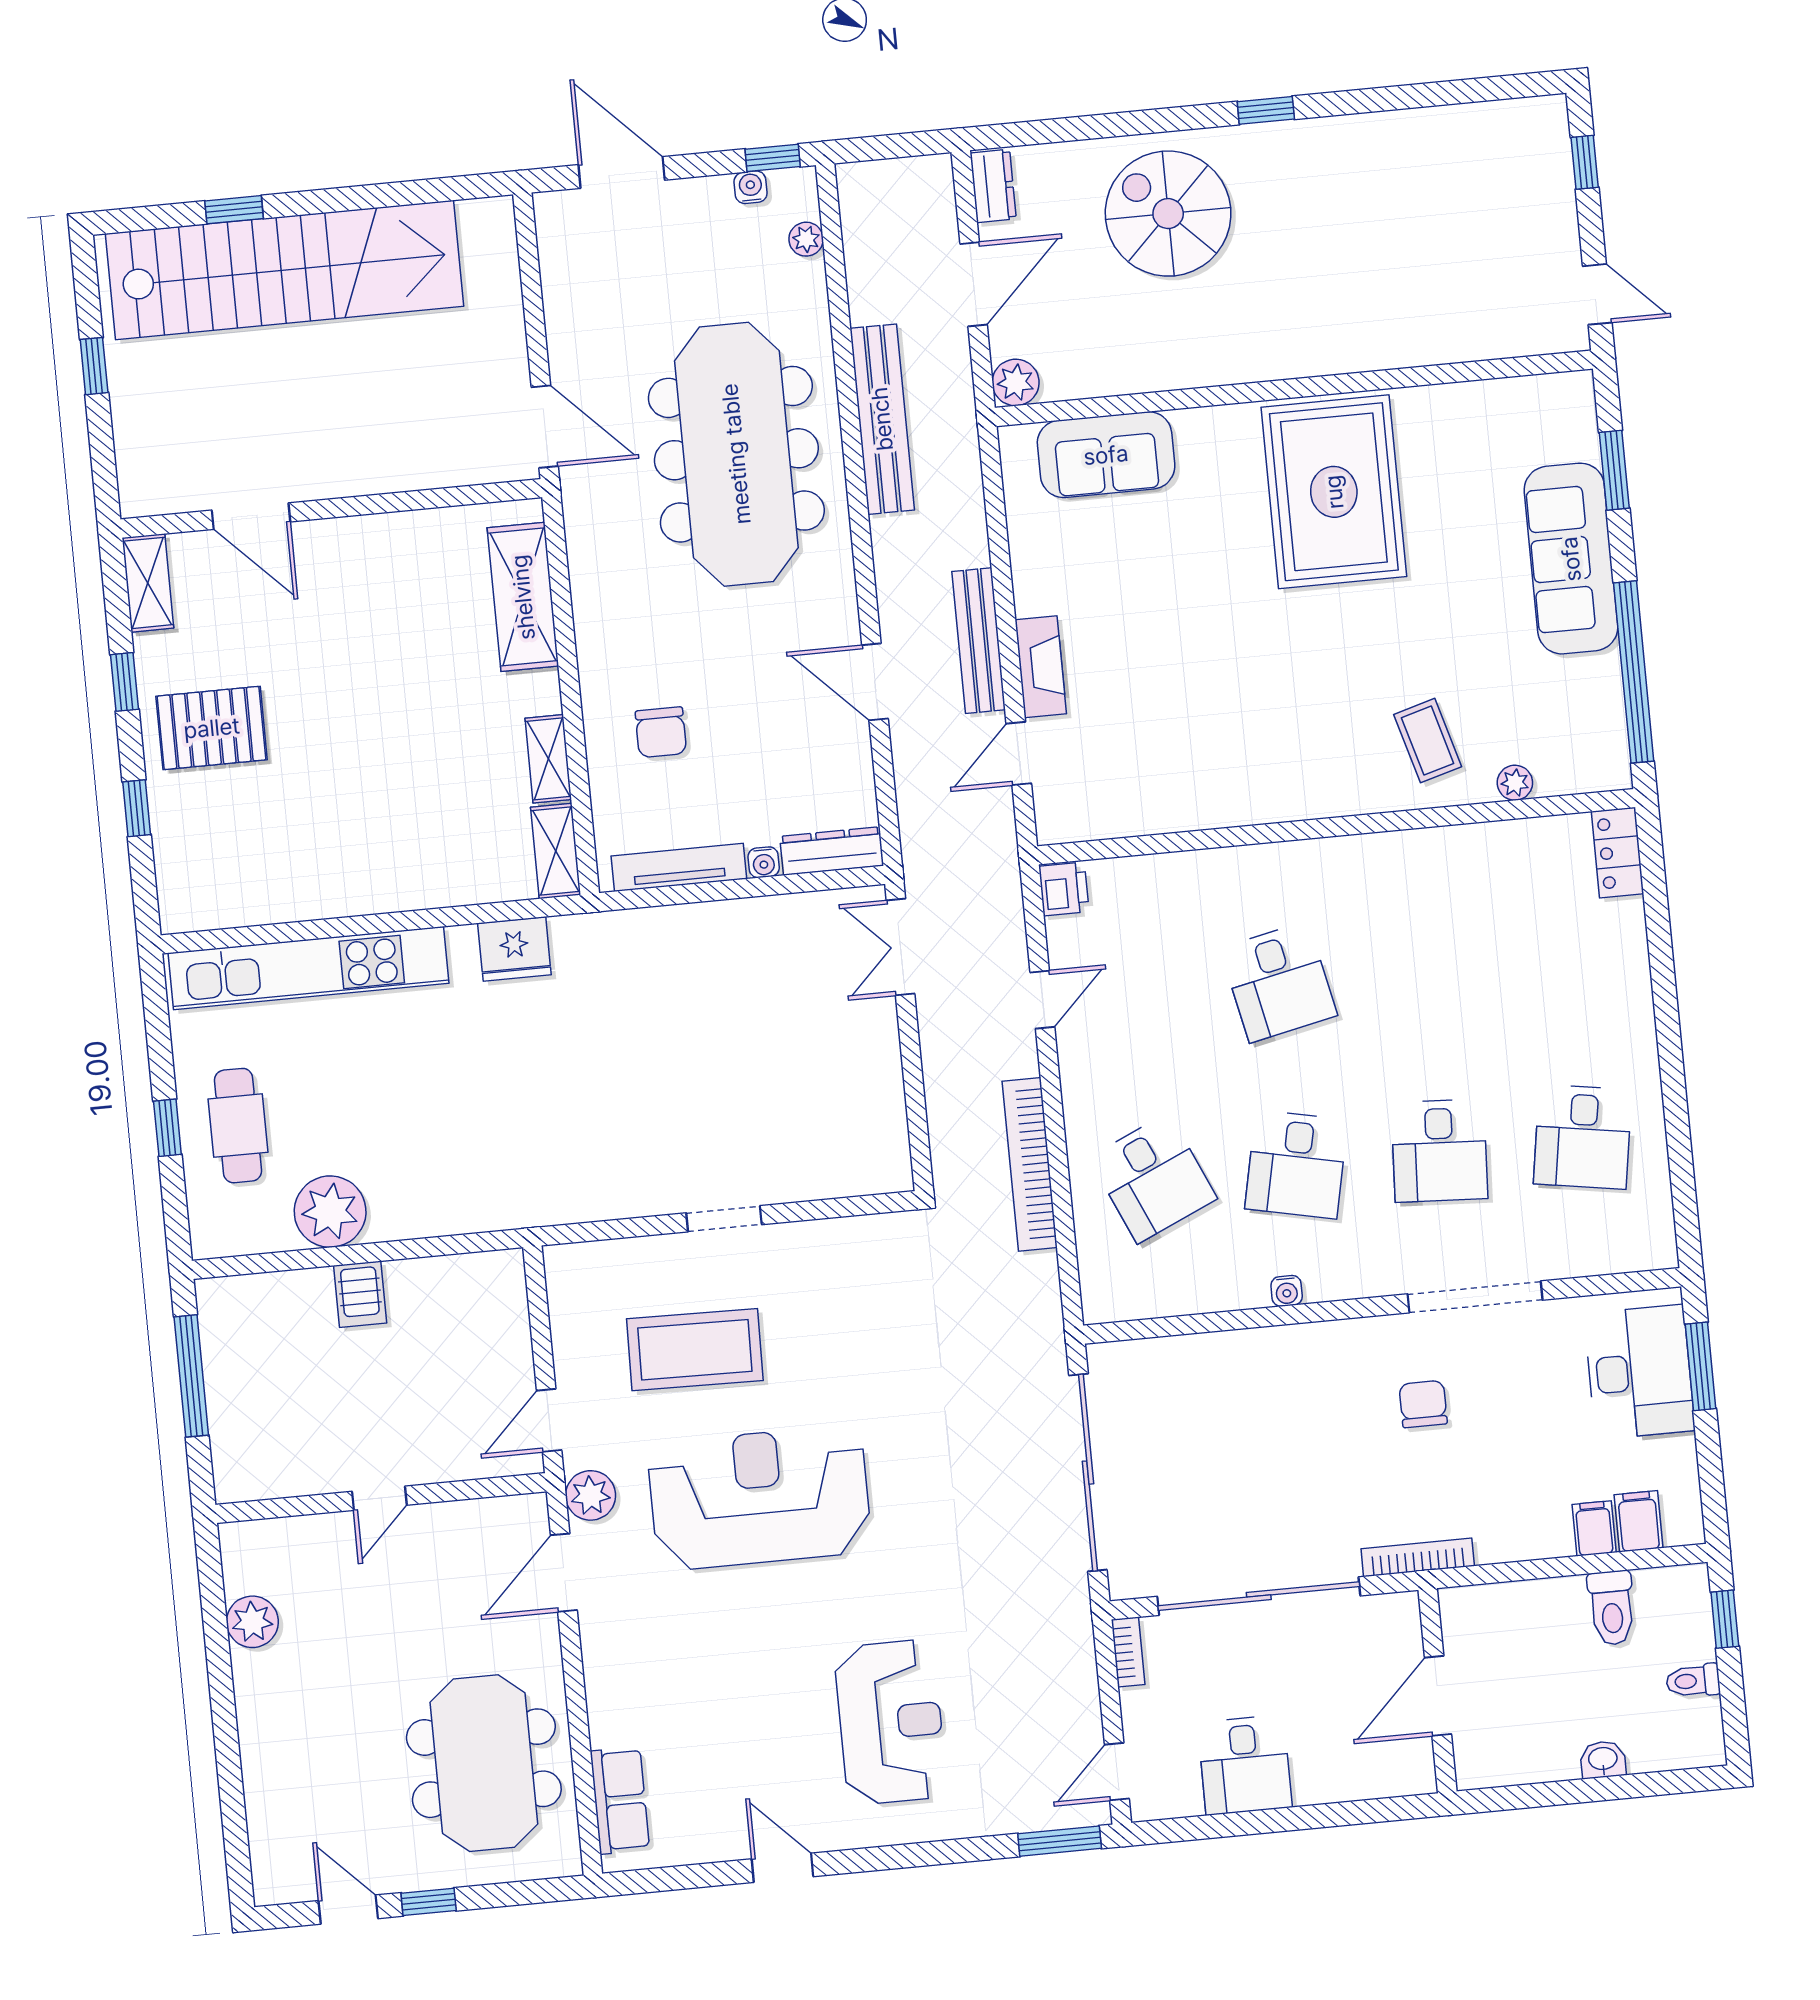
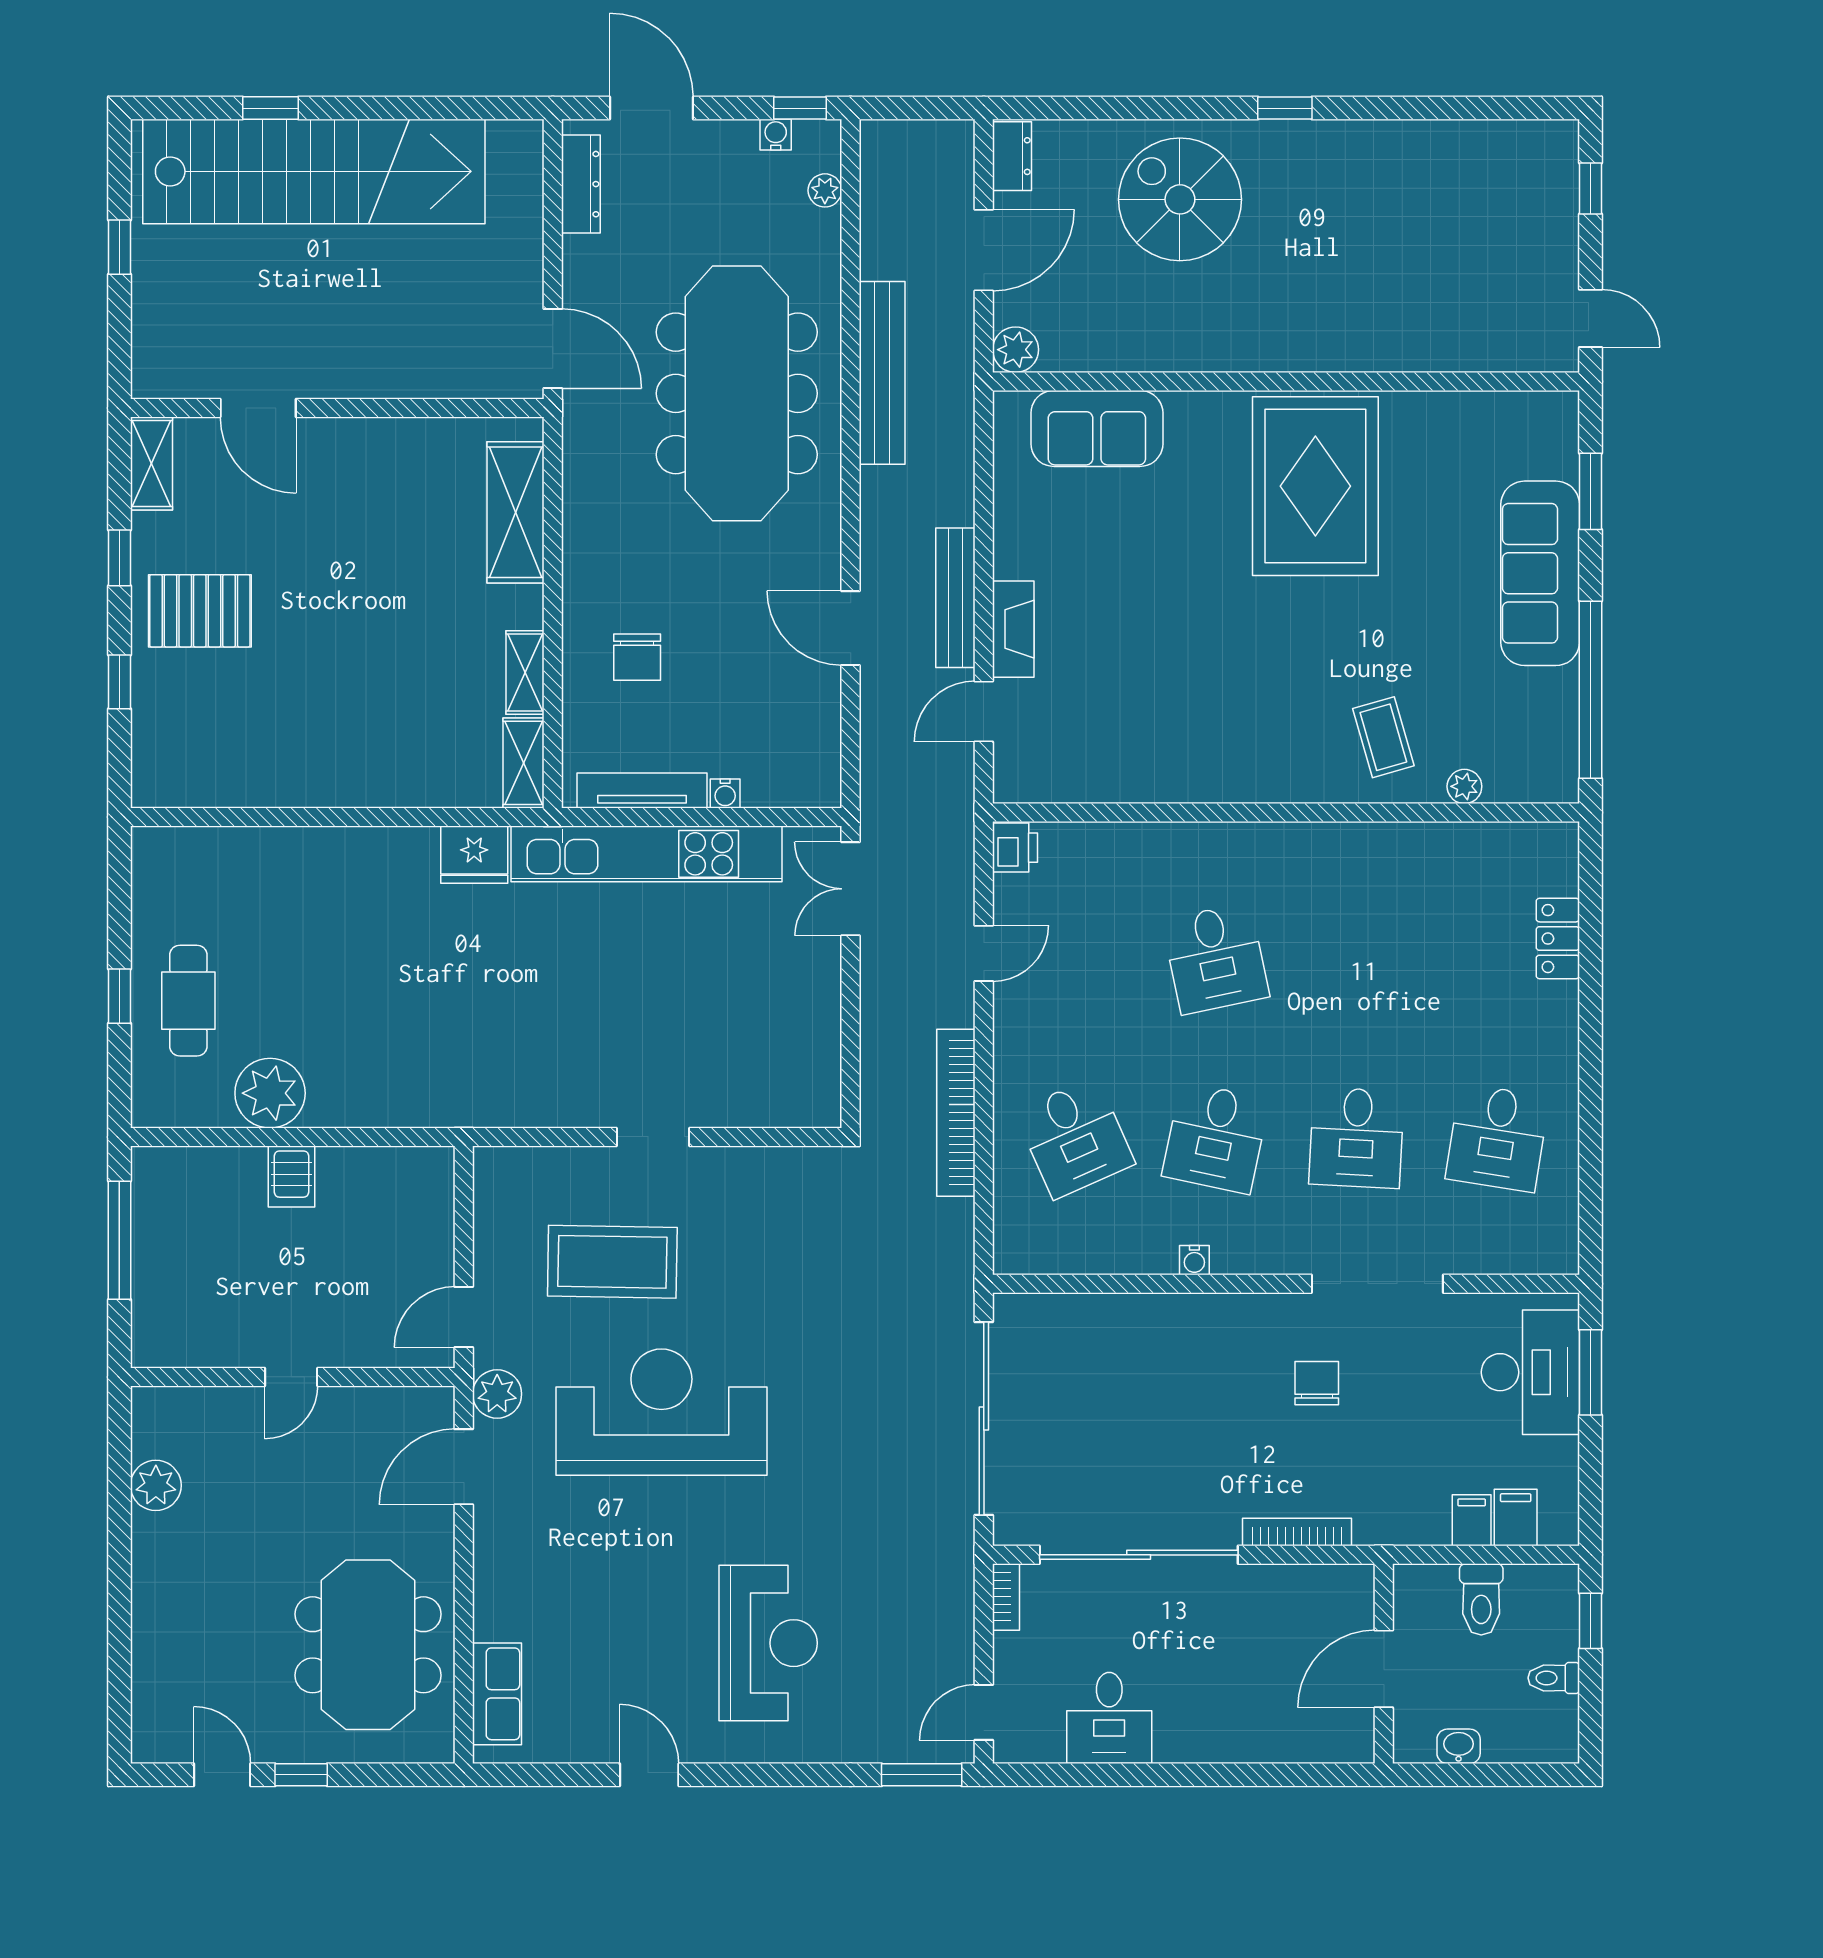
dresser: (832, 851) -> (581, 184), moved, turned 90
locker: (1617, 853) -> (1558, 939), moved
kitchen unit: (308, 968) -> (646, 854), moved
wall: (1437, 1691) -> (1384, 1664), moved
door: (1438, 1696) -> (1384, 1669), moved

